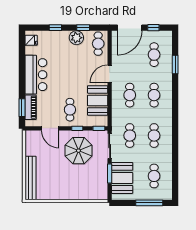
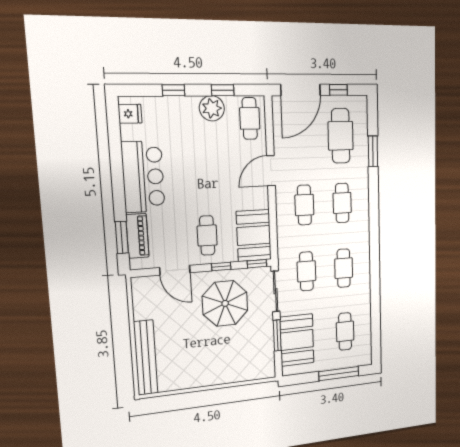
cafe table: (154, 55) -> (341, 136), width x1.37, depth x1.35
booth: (98, 100) -> (254, 235), moved

